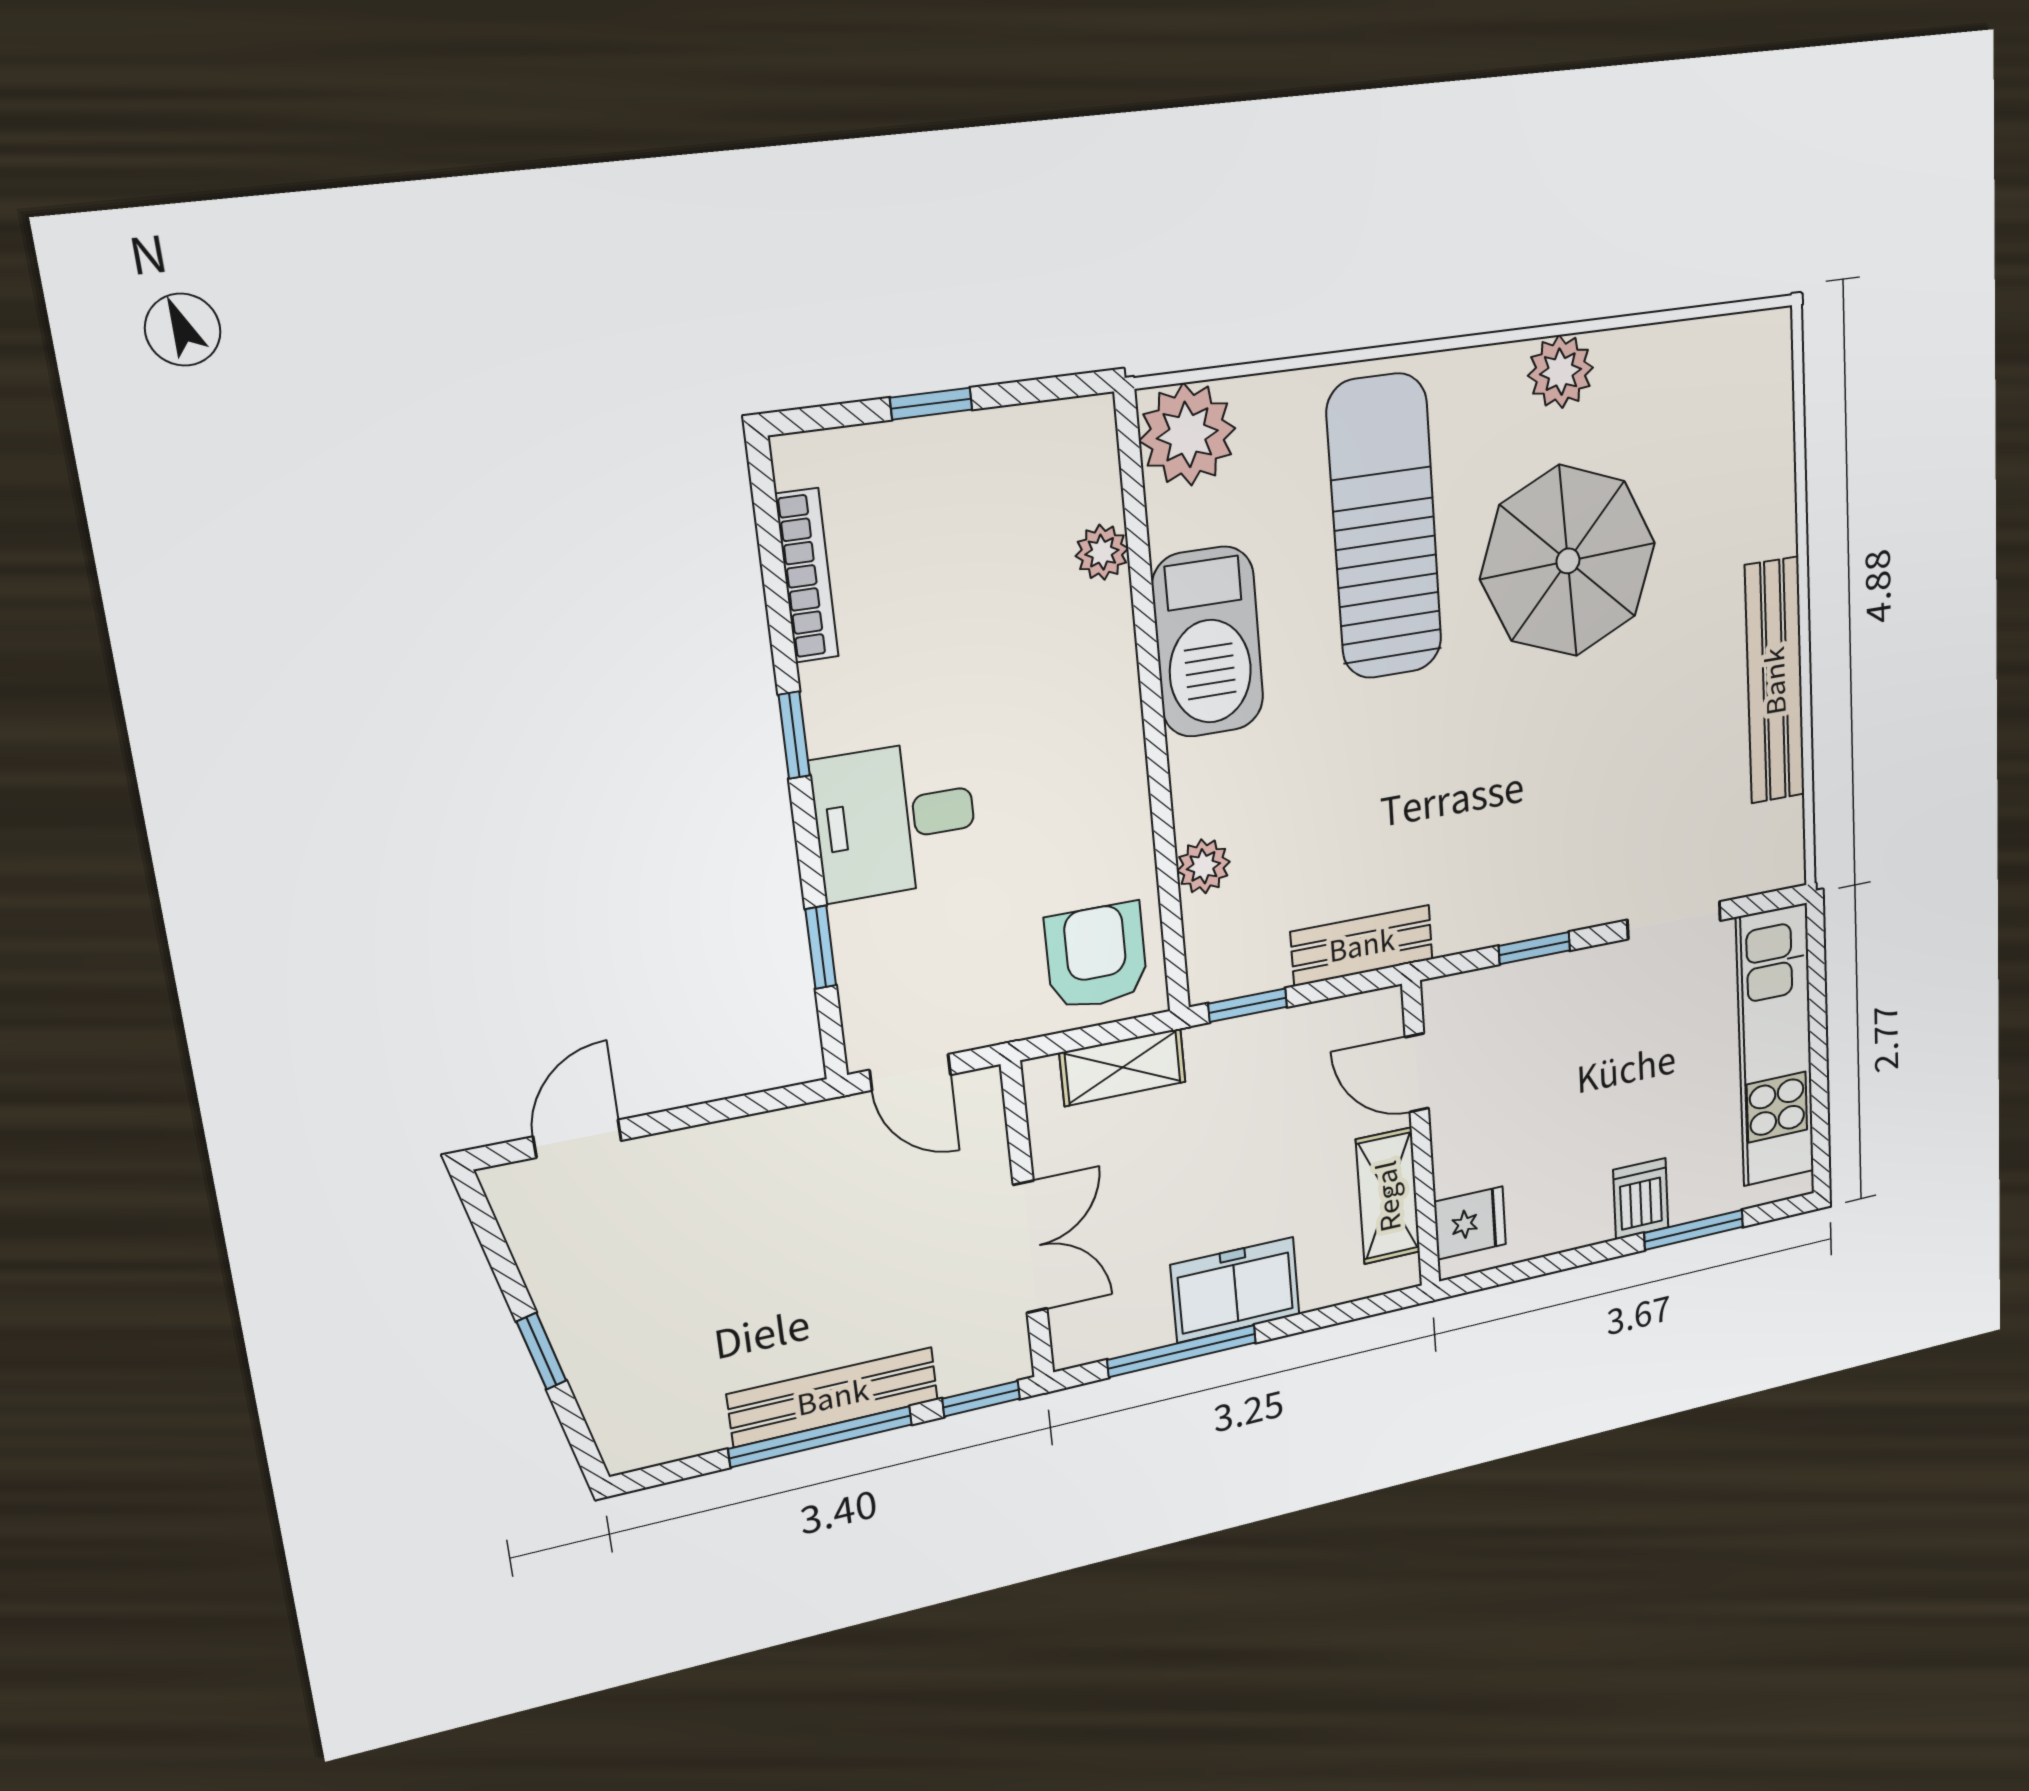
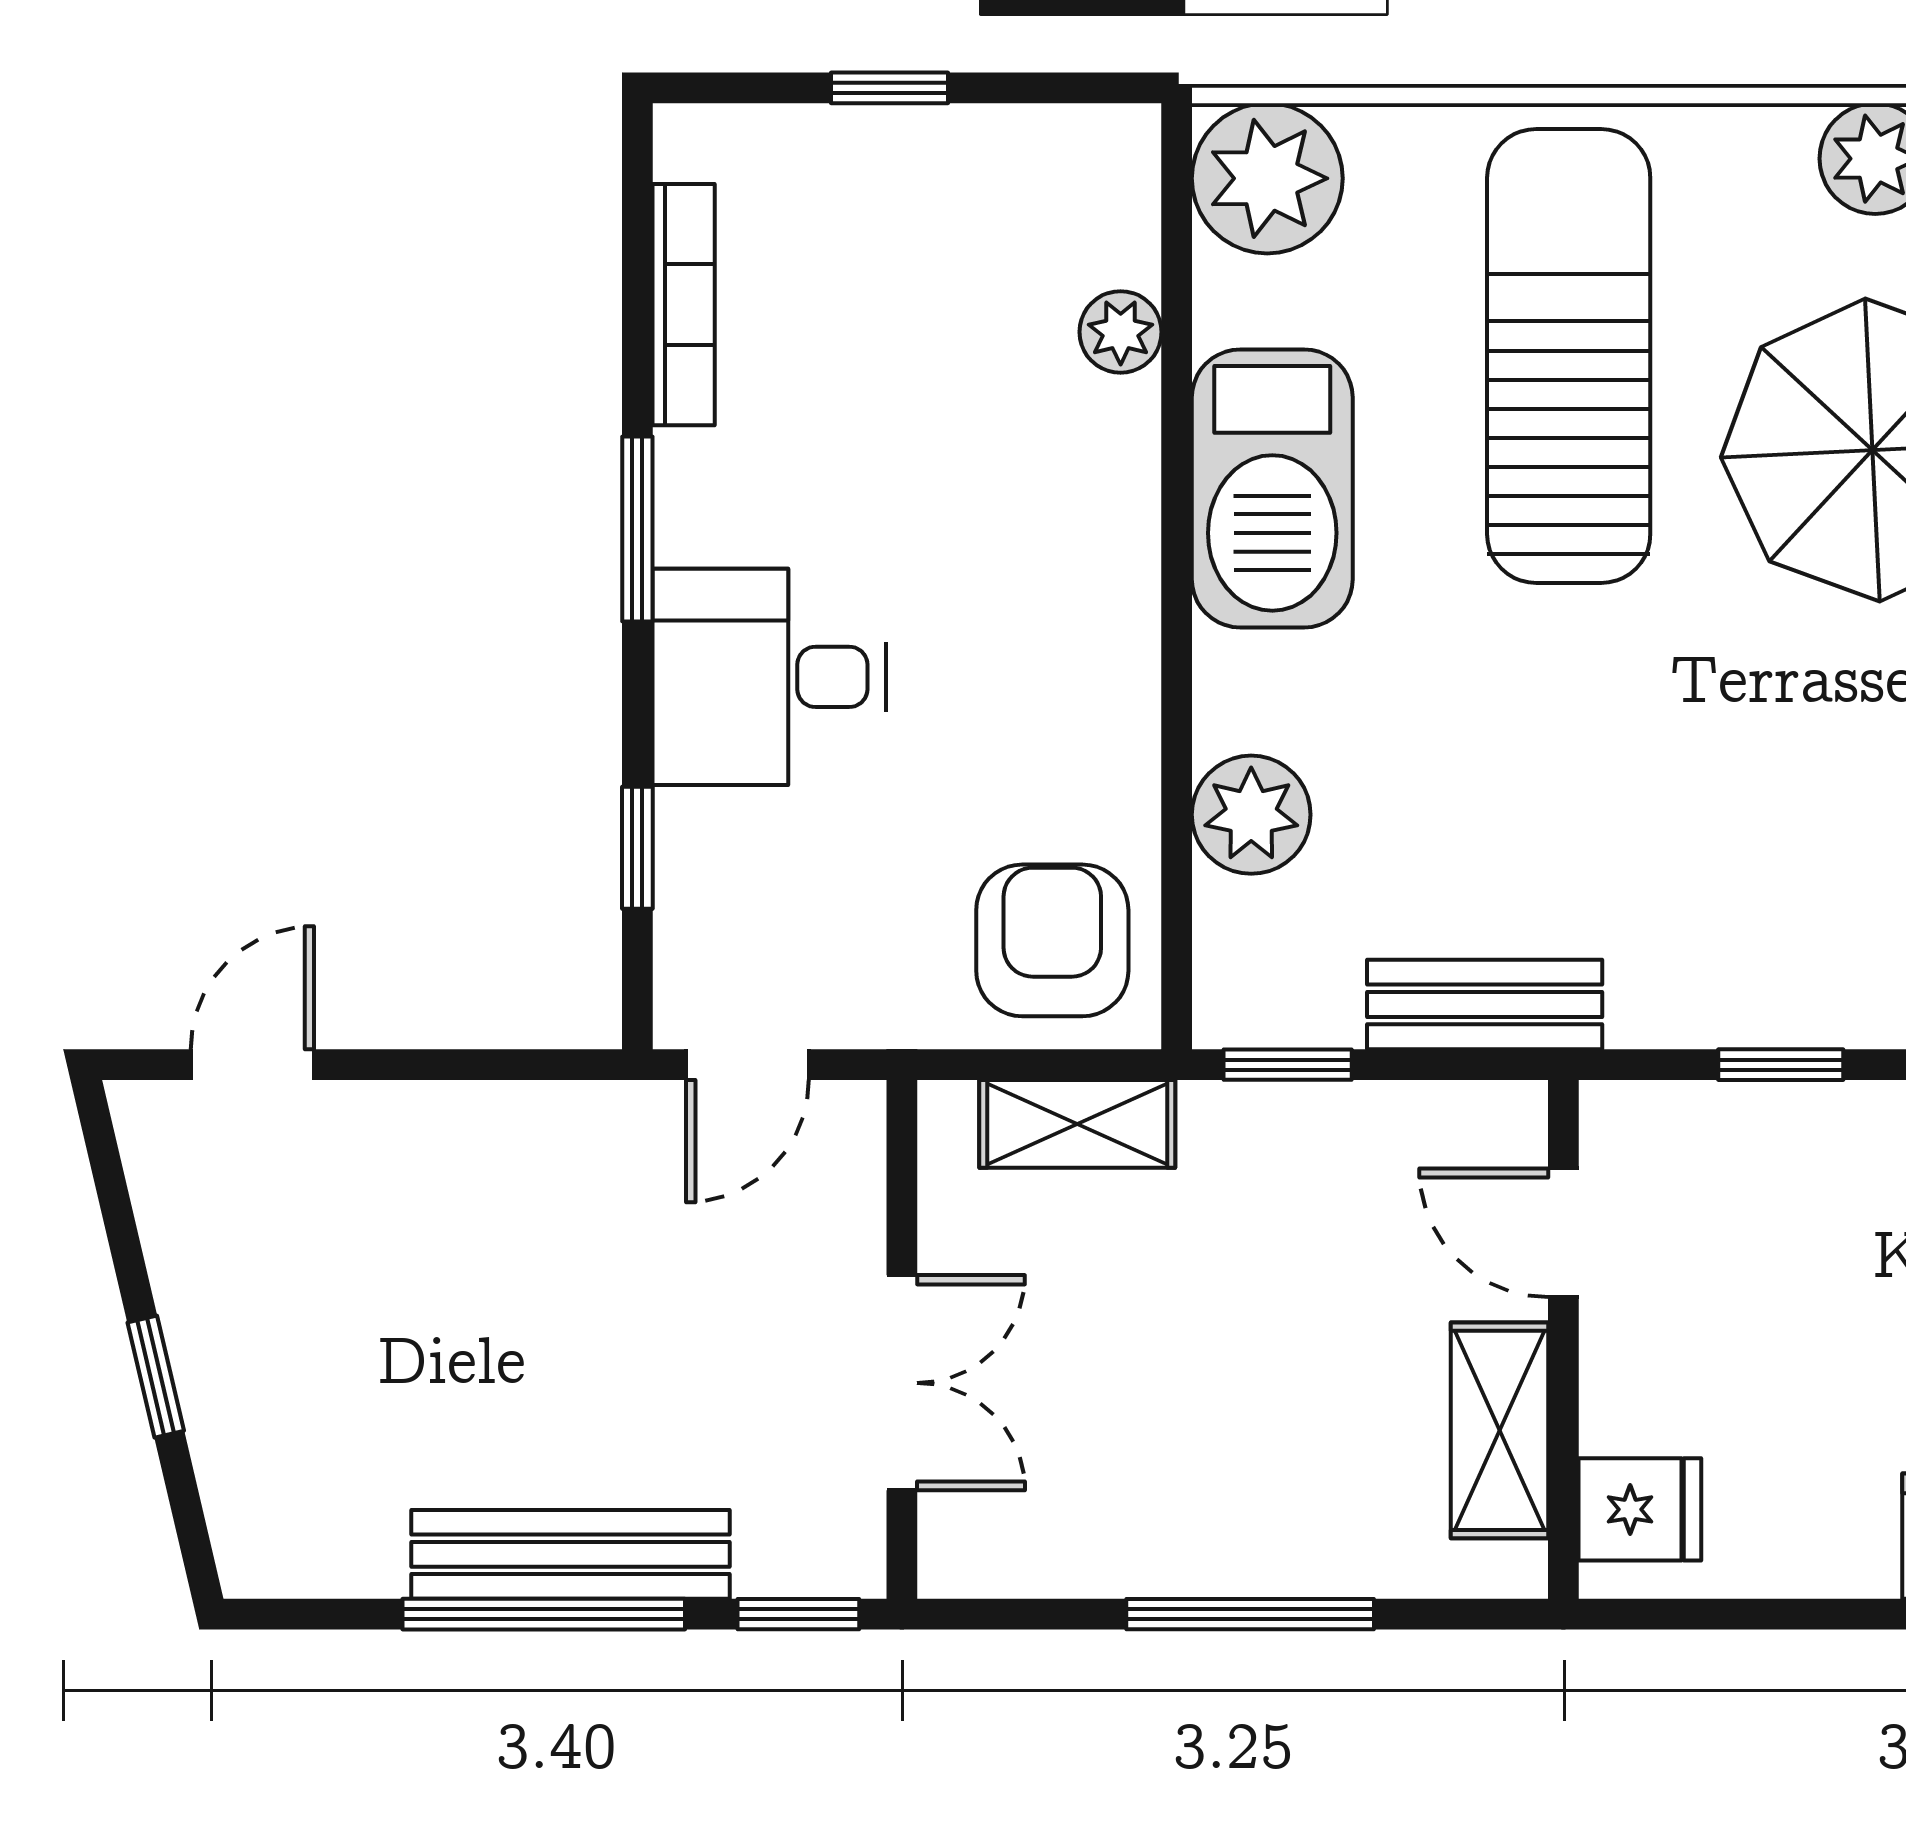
window: (794, 735) -> (637, 529), width x1.50
plant: (1203, 866) -> (1251, 815), width x1.38, depth x1.38
door: (910, 1072) -> (747, 1065), hinge flipped
freezer: (1235, 1290) -> (1228, 1531), removed
window: (1182, 1351) -> (1250, 1614), moved

